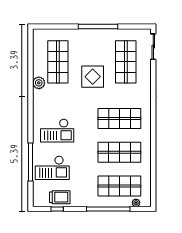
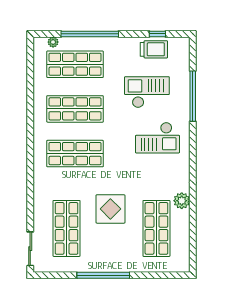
checkout: (57, 131) -> (157, 138), turned 180
checkout: (52, 168) -> (147, 92), moved
trolley: (60, 197) -> (154, 49), turned 180

